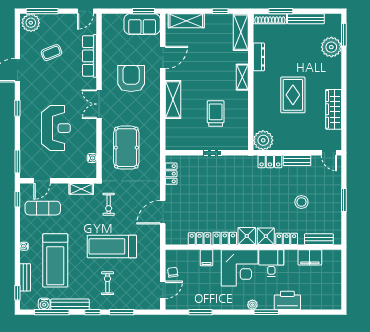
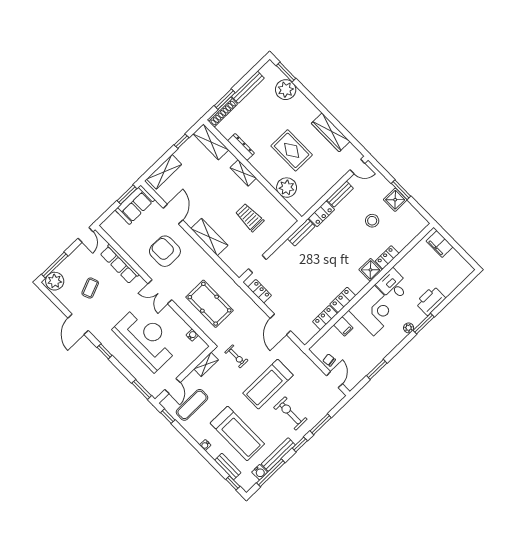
reception desk: (56, 128) -> (146, 339), width x1.36, depth x1.30
plant: (263, 140) -> (287, 188), moved
doorway: (212, 153) -> (257, 264), moved
shower: (247, 236) -> (395, 200), moved
bench: (319, 239) -> (301, 233), moved
filing cabinet: (310, 257) -> (440, 244), moved, turned 90
exercise bike: (107, 283) -> (290, 413), width x1.38, depth x1.39

